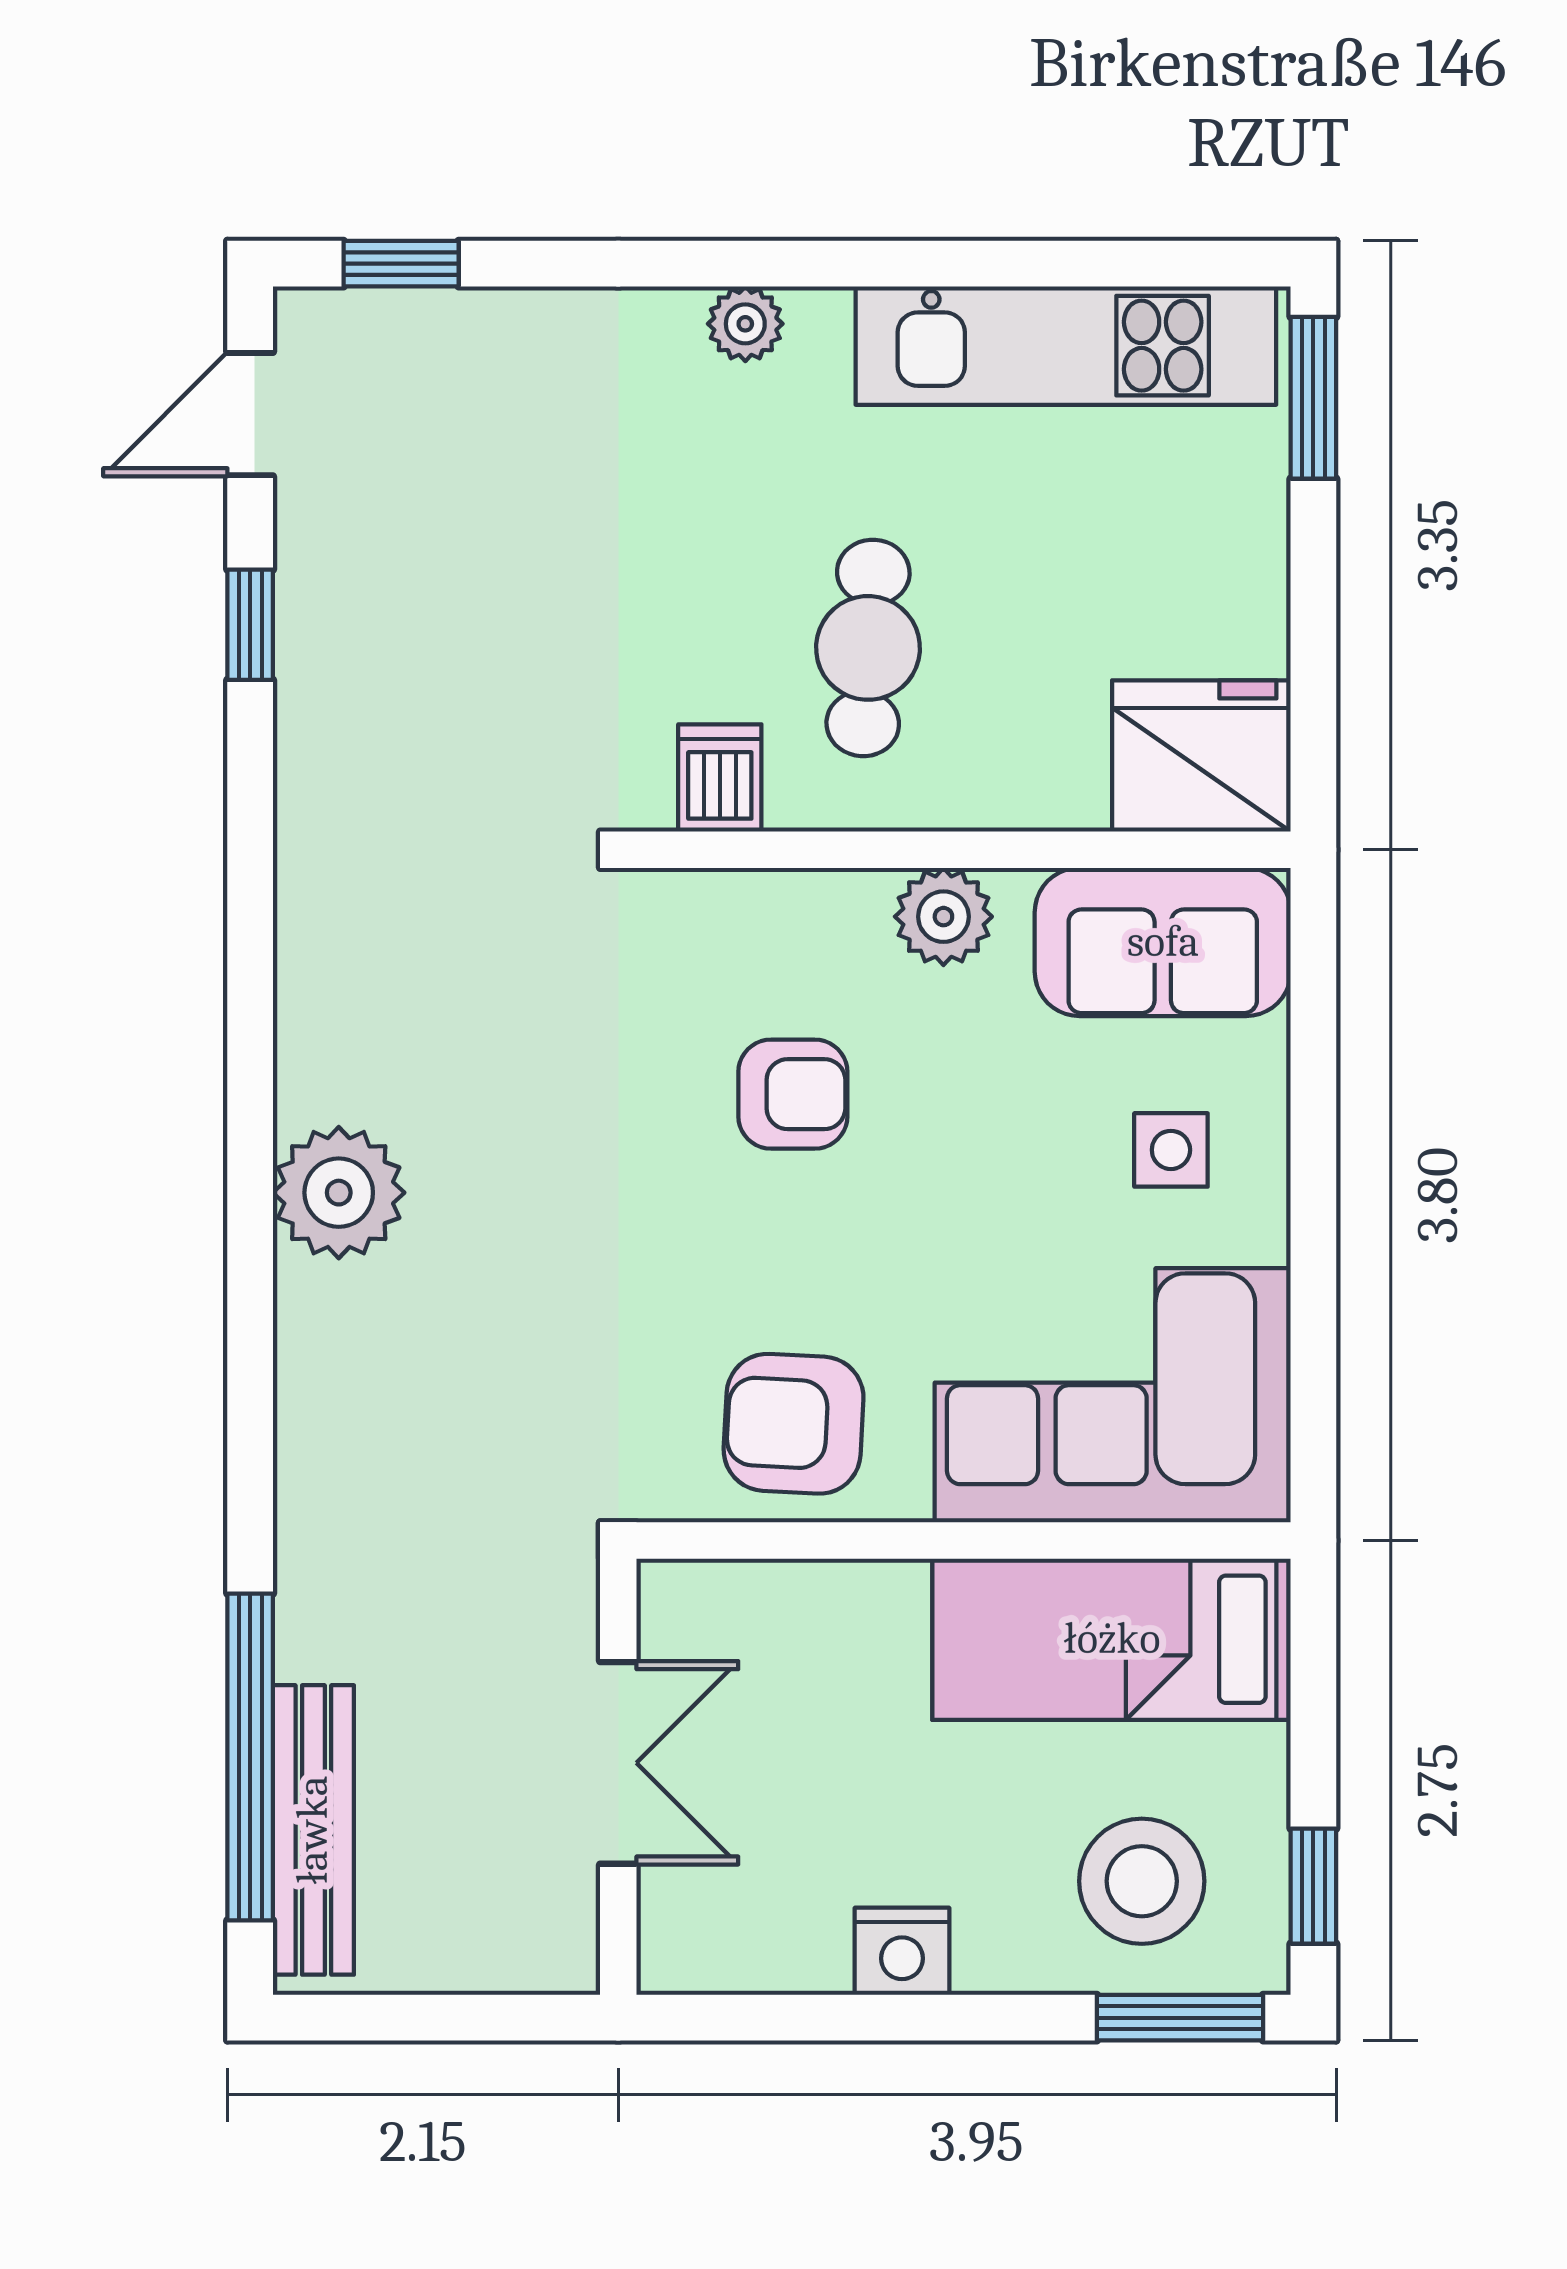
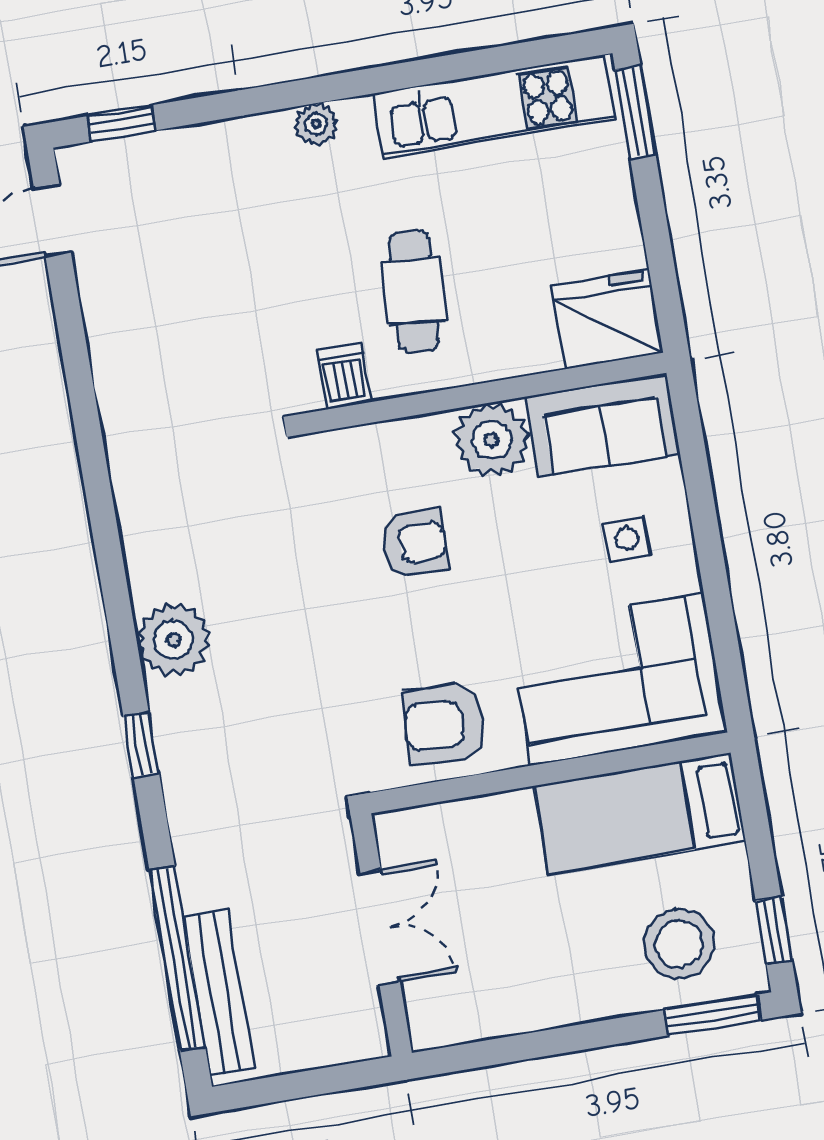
window: (250, 625) -> (141, 745), moved
plant: (943, 917) -> (492, 440), width x1.36, depth x1.36
nightstand: (902, 1951) -> (554, 1004), removed

